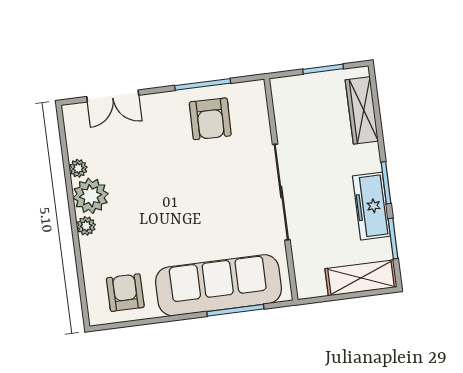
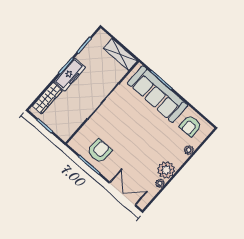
double door: (113, 96) -> (122, 194), width x1.37
freezer: (371, 206) -> (70, 74), moved
plant: (86, 226) -> (189, 150), moved
shelving: (361, 278) -> (120, 54), moved

